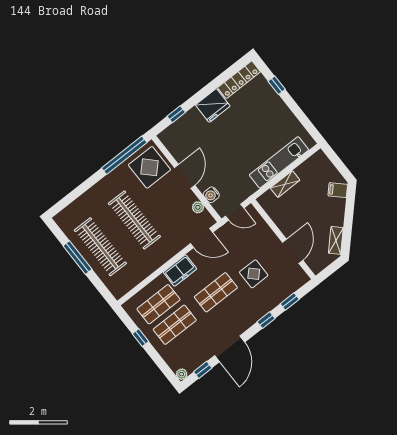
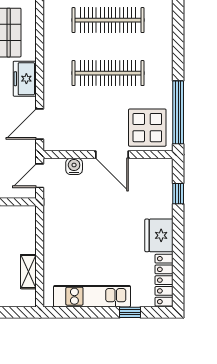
kitchen unit: (279, 162) -> (92, 296), moved, turned -90
shelving: (285, 184) -> (28, 272), moved
plant: (198, 207) -> (72, 144), removed

